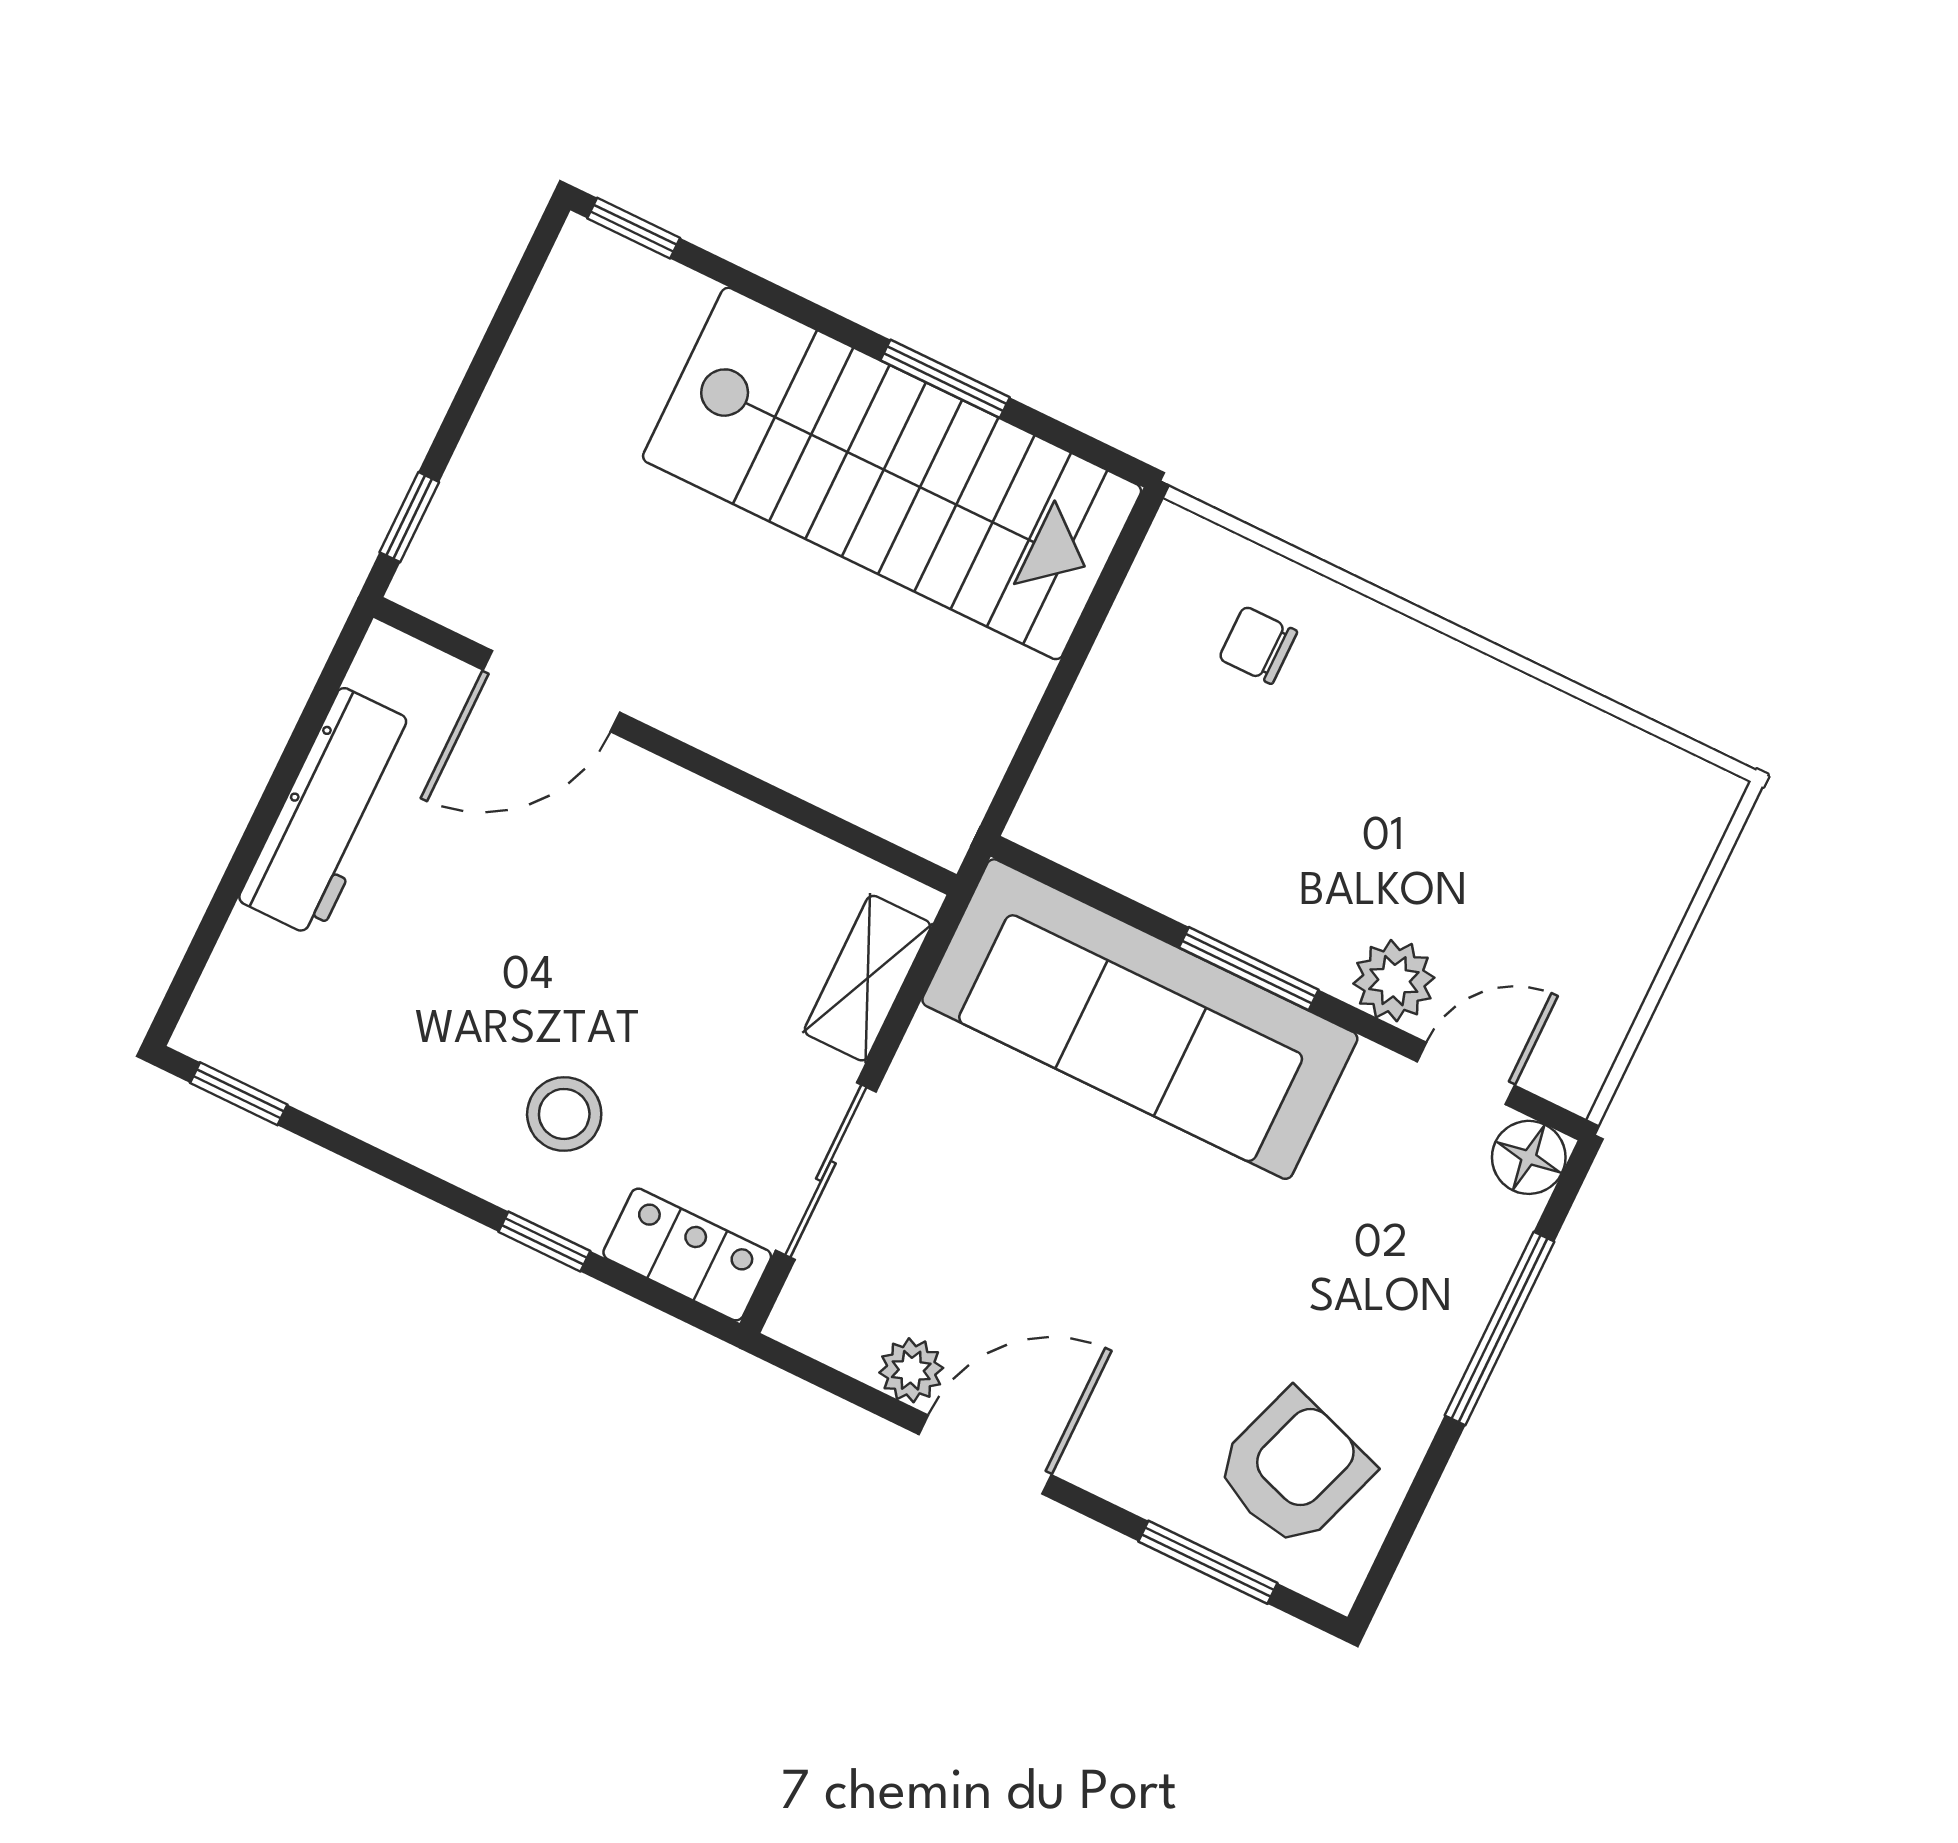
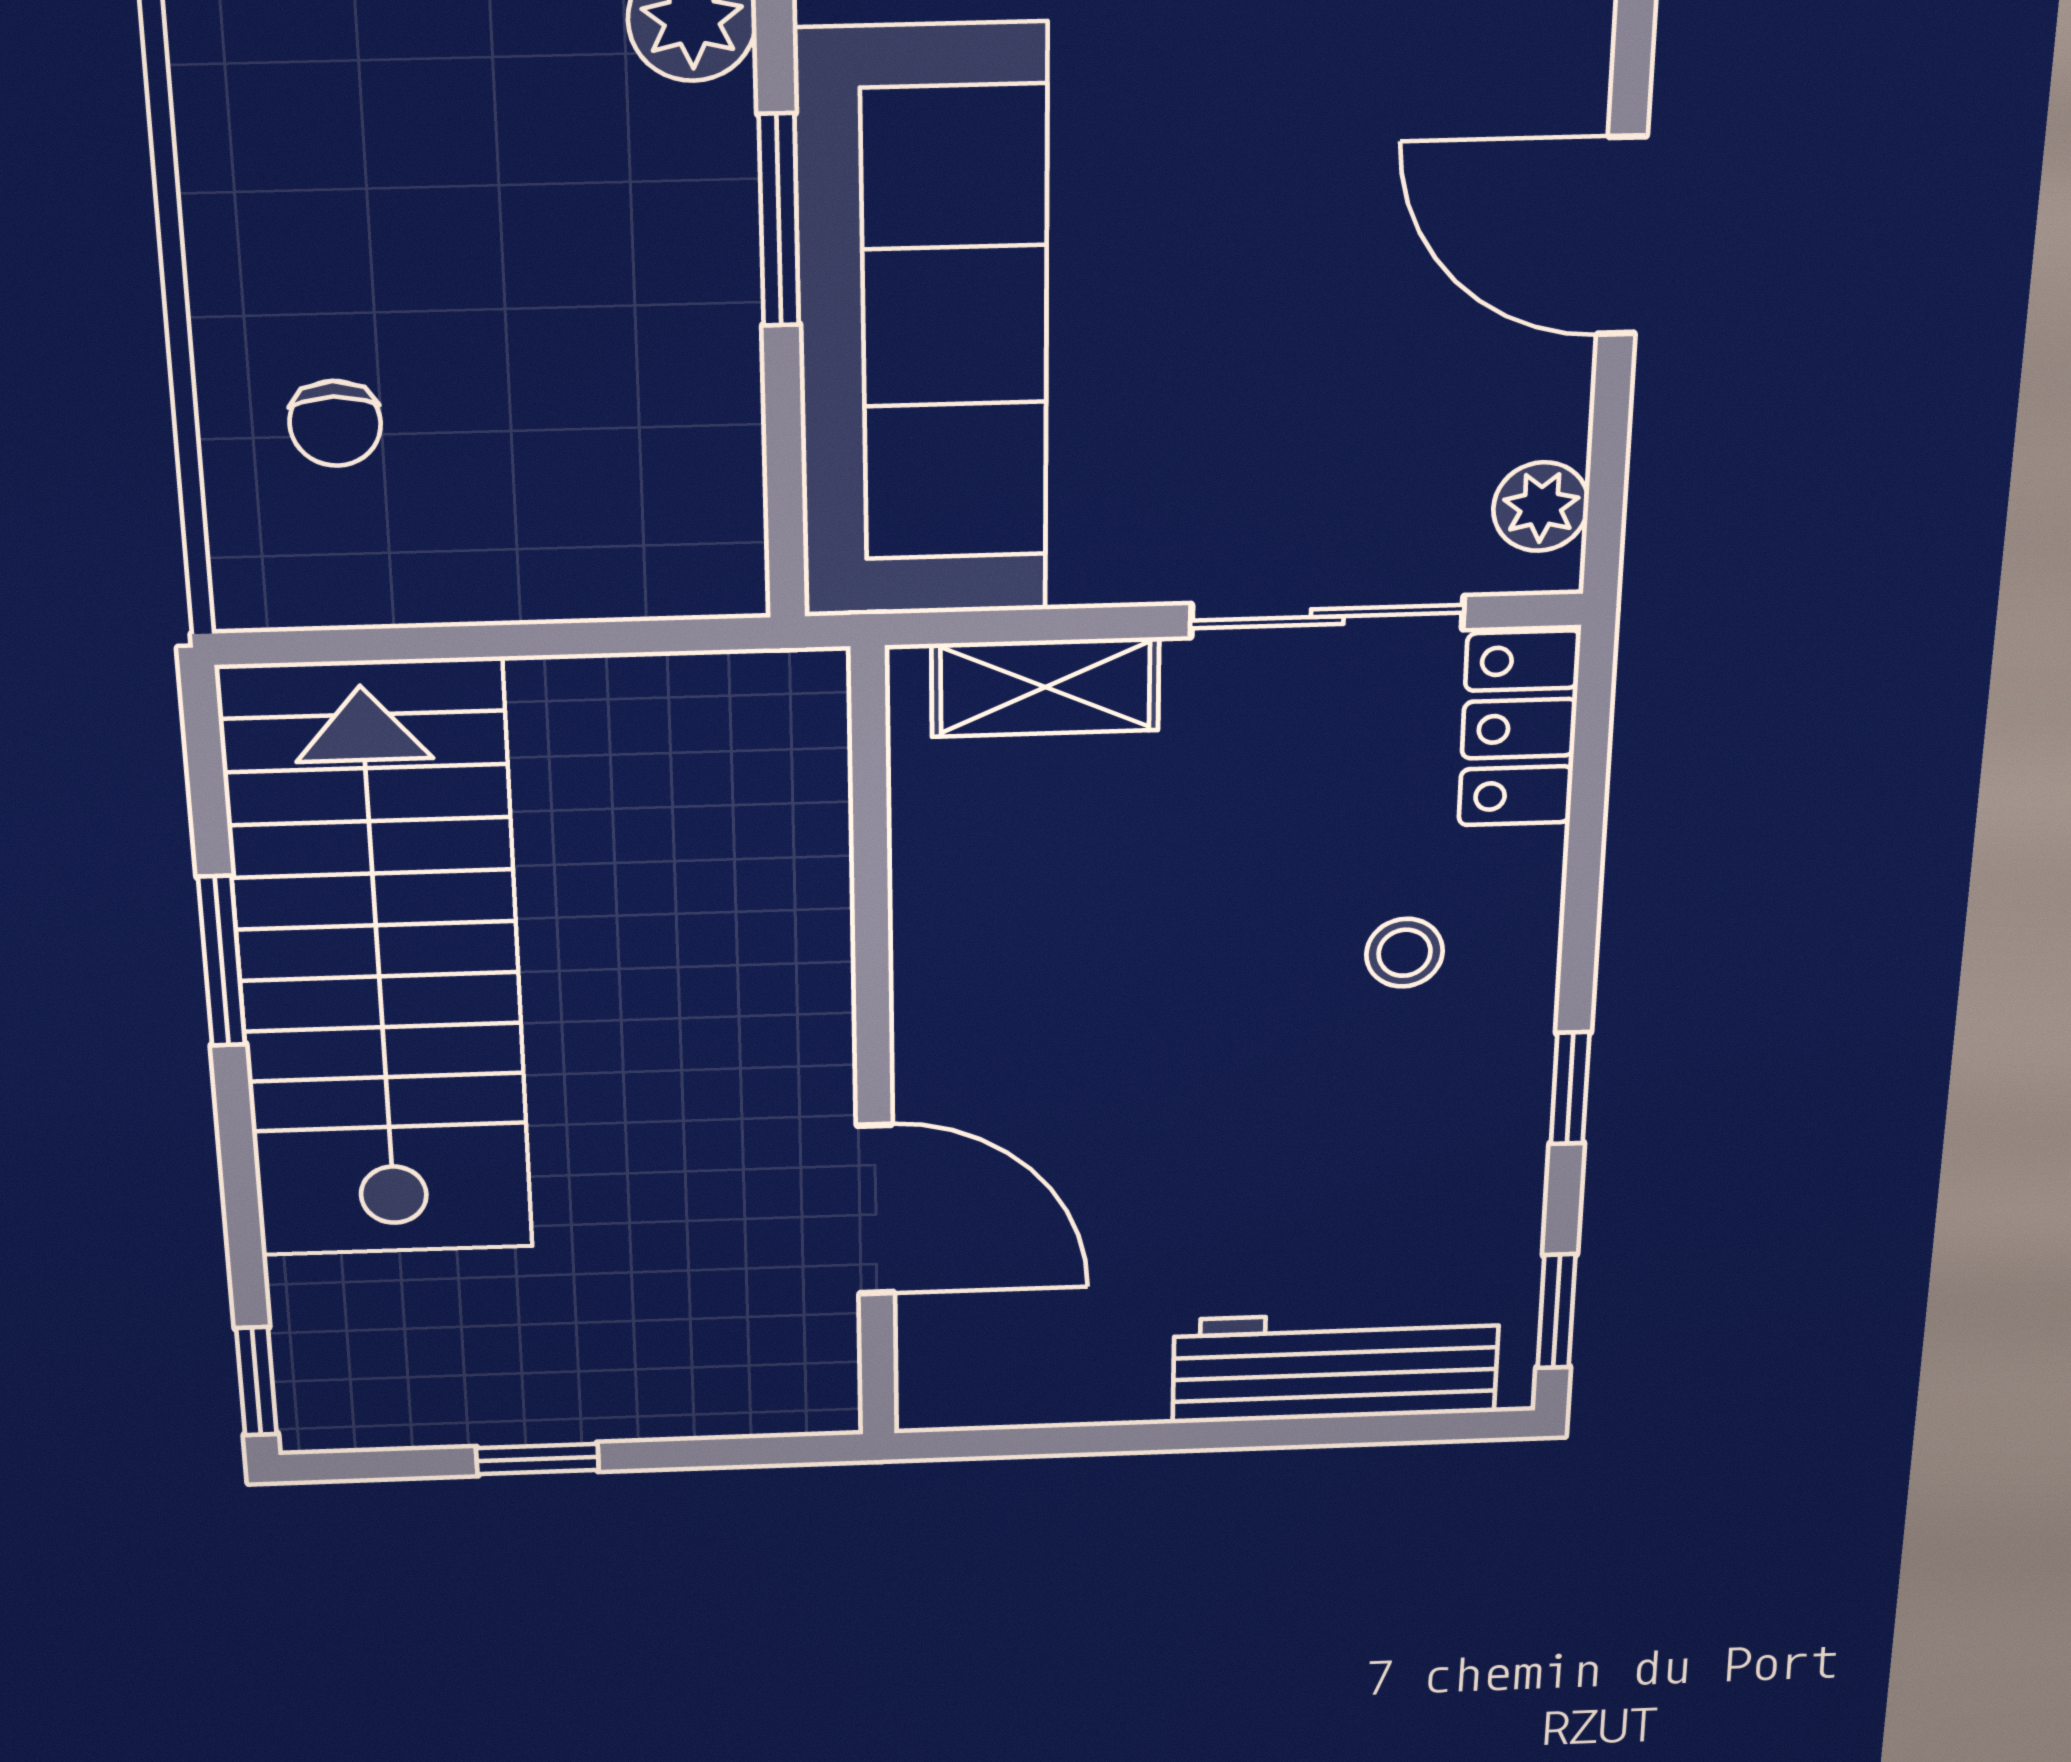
window: (409, 517) -> (537, 1459), moved
workbench: (329, 812) -> (1335, 1366), moved
stool: (564, 1114) -> (1405, 953), width x0.73, depth x0.73
window: (544, 1241) -> (1570, 1088), moved
plant: (911, 1370) -> (1541, 507), moved

